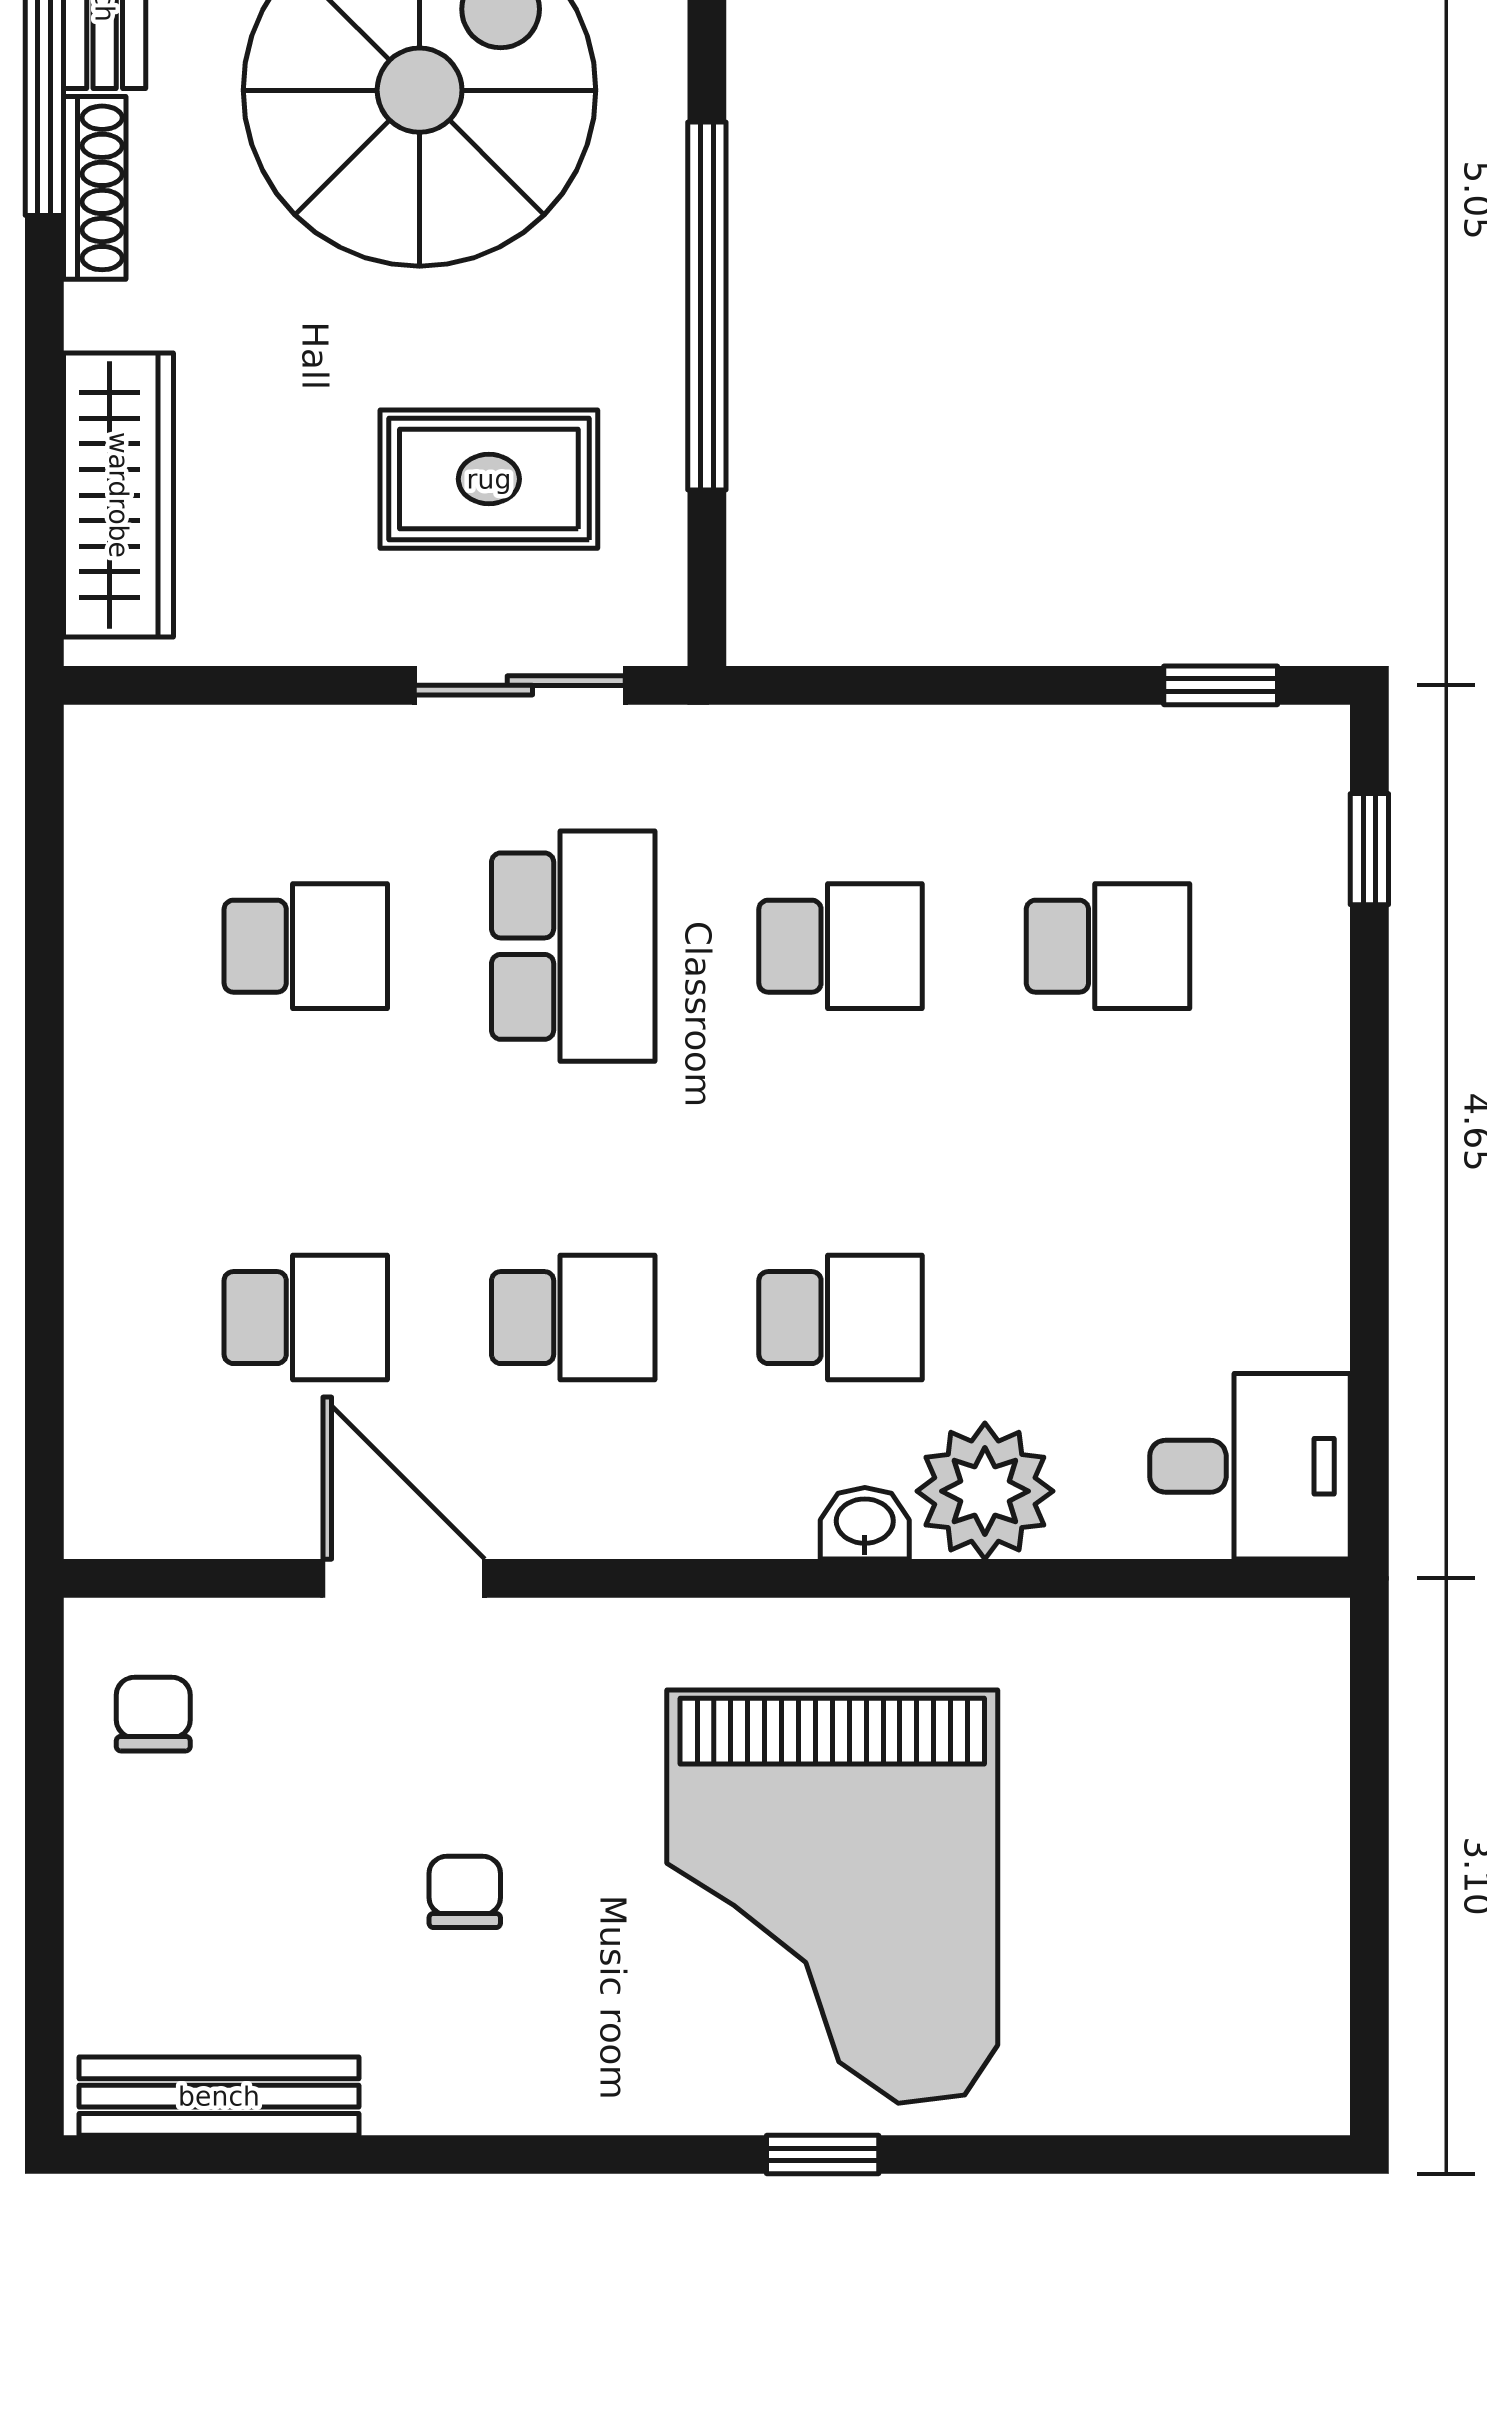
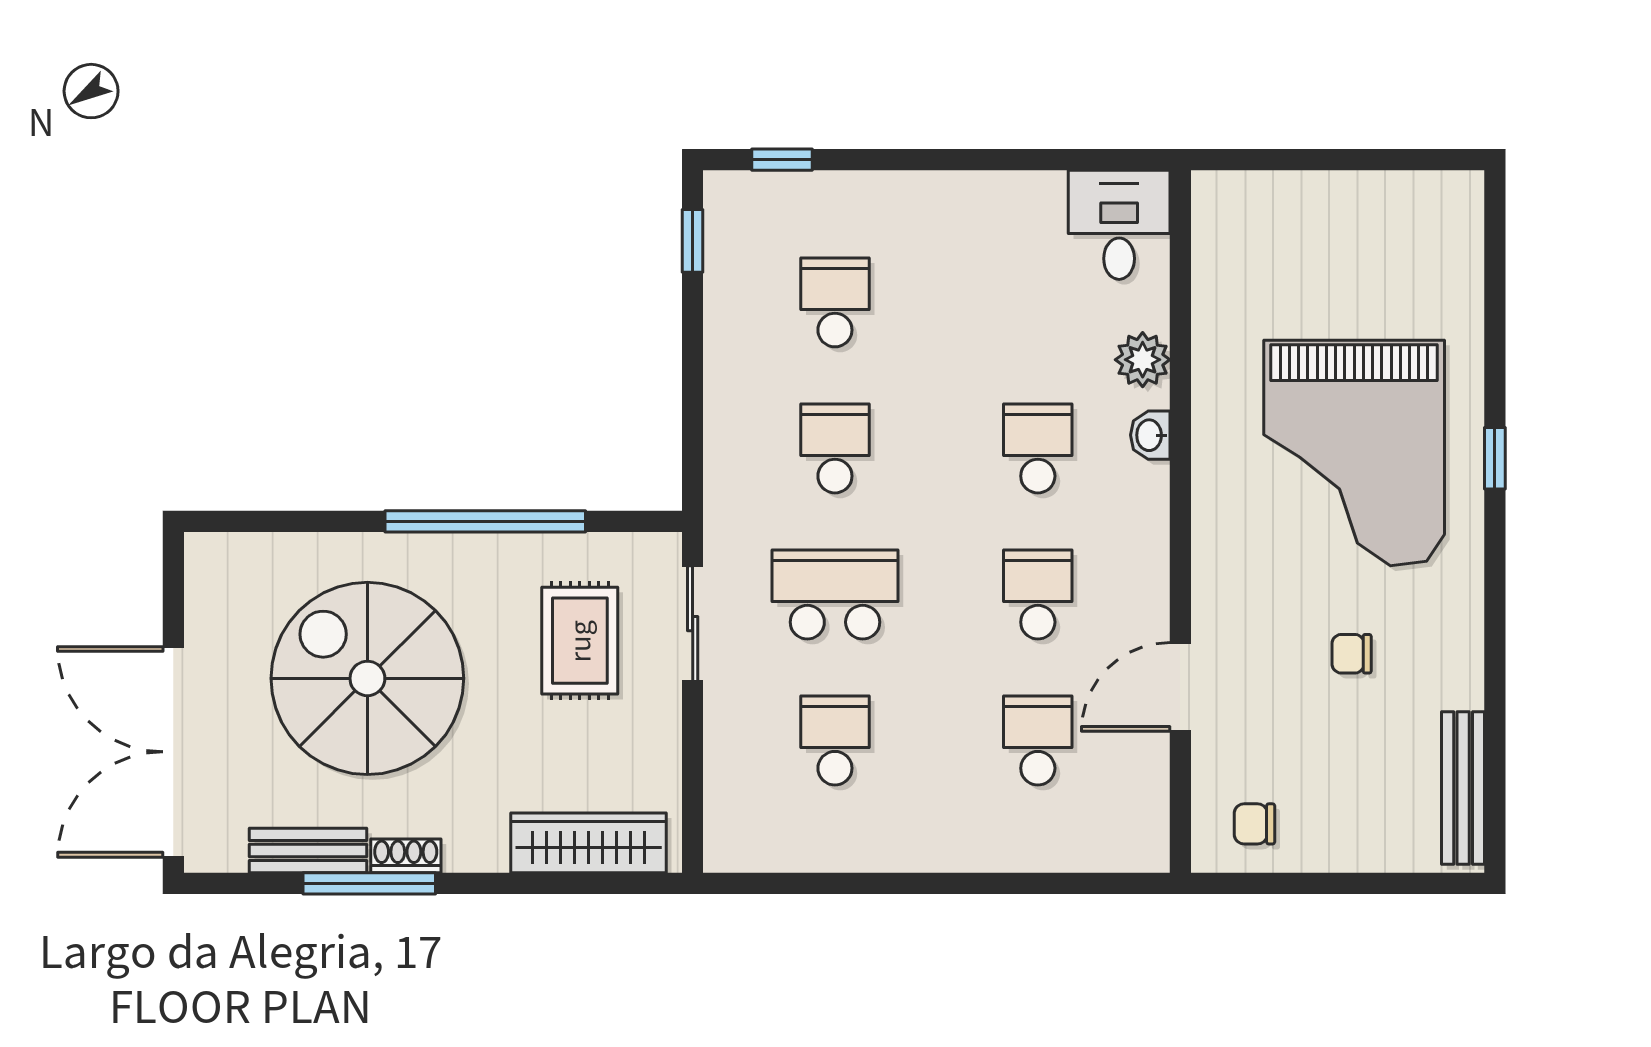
shoe rack: (95, 188) -> (406, 856), width x0.70
plant: (985, 1491) -> (1143, 360), width x0.73, depth x0.73
grand piano: (832, 1897) -> (1354, 453), turned 90

